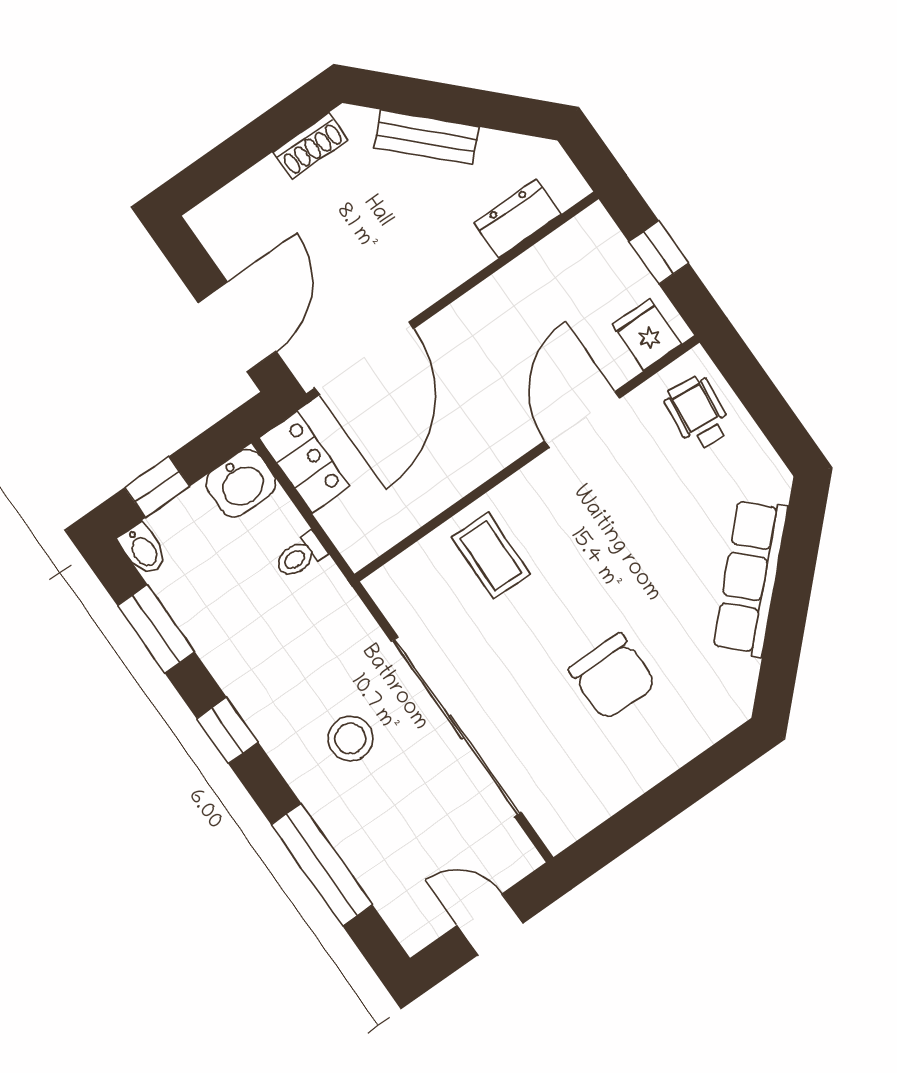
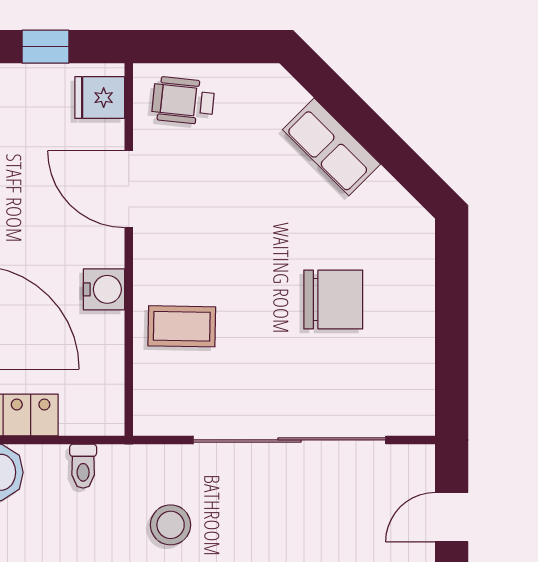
water cooler: (475, 461) -> (104, 289), added
row of seats: (751, 577) -> (331, 147), width x0.68
stool: (350, 739) -> (171, 525), moved

